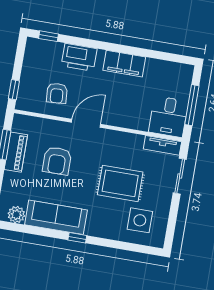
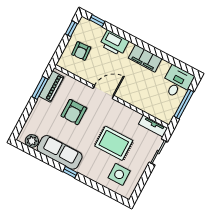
window: (14, 90) -> (71, 29), moved
armchair: (57, 93) -> (81, 51), moved
desk: (168, 117) -> (177, 82), moved, turned 180
piano: (16, 152) -> (51, 87), moved

